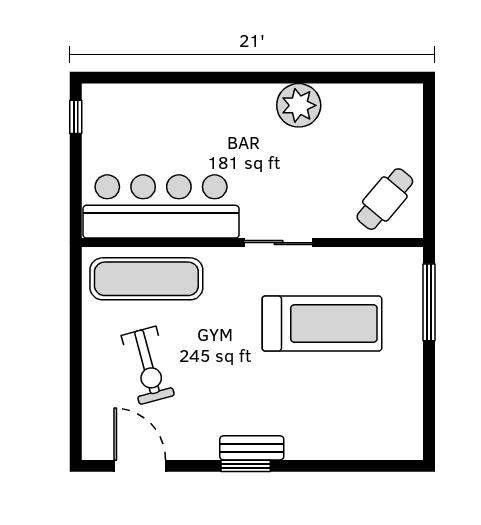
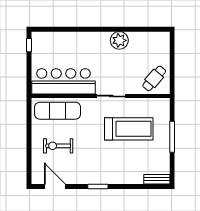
window: (429, 302) -> (172, 137), moved
exercise bike: (148, 365) -> (58, 146), turned 105
bench: (252, 448) -> (157, 179), moved

